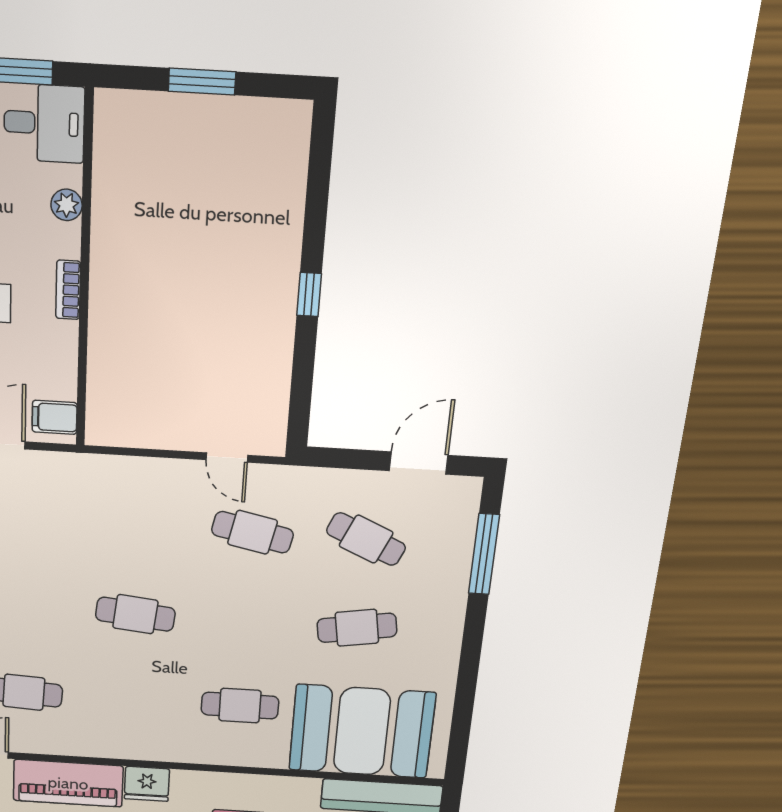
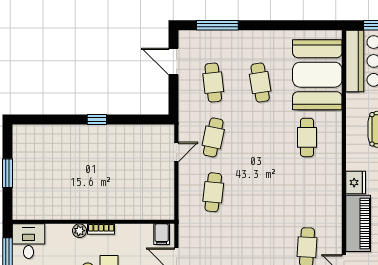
plant: (67, 205) -> (79, 231), moved
cafe table: (366, 539) -> (213, 83), turned -30
cafe table: (135, 614) -> (213, 192), moved

